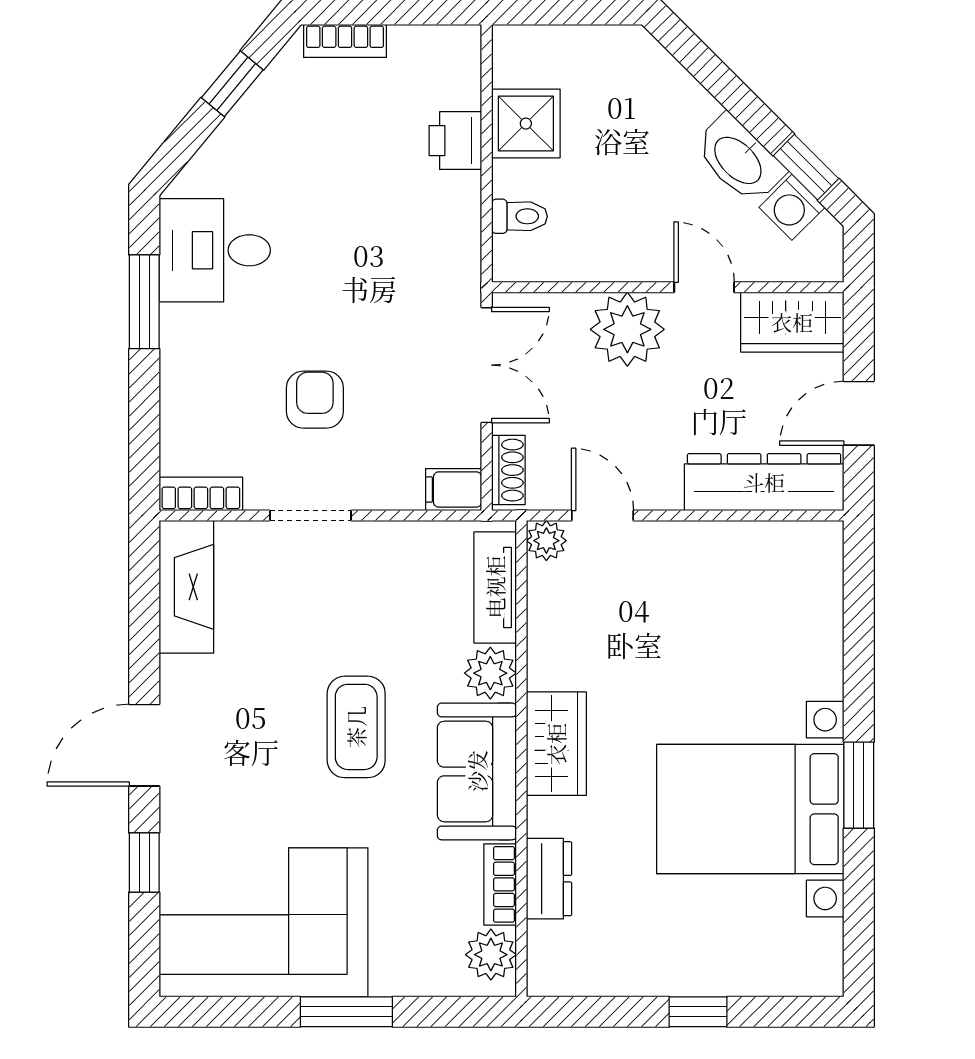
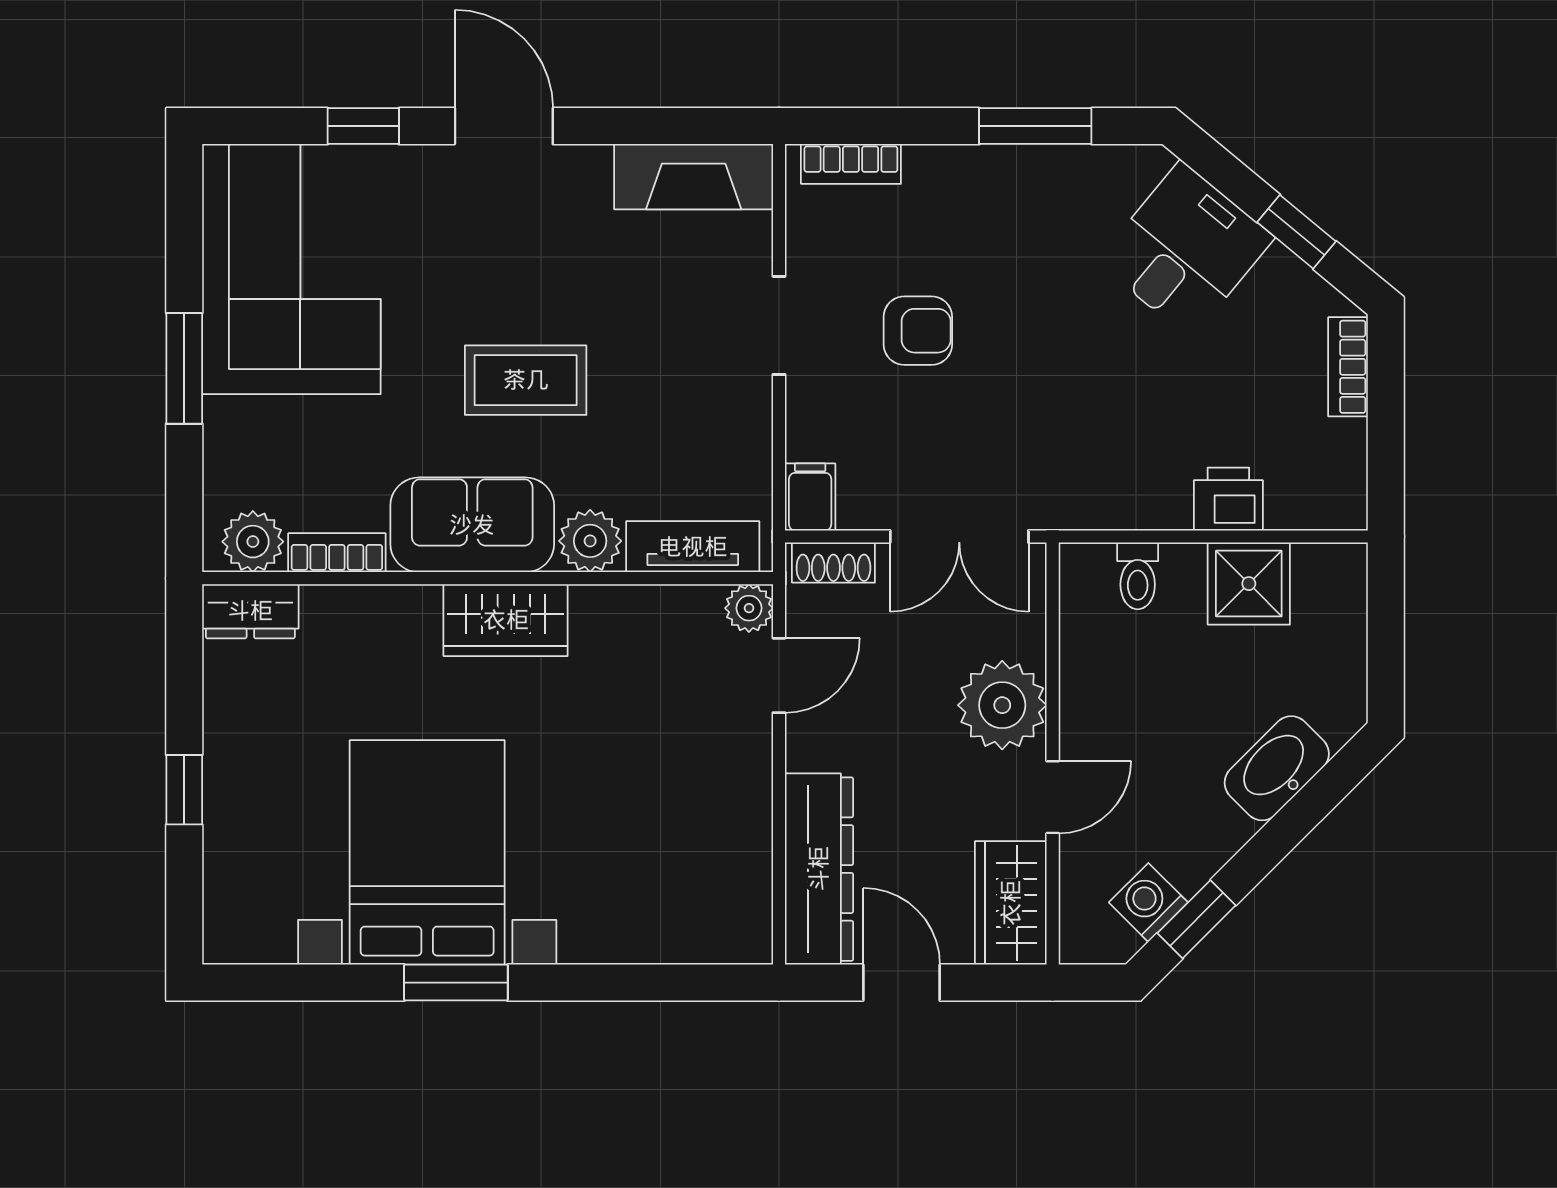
washbasin: (739, 159) -> (1277, 768), moved
desk: (215, 250) -> (1185, 250), moved, turned 40
bookcase: (201, 494) -> (851, 164), moved, turned 90
dresser: (549, 879) -> (250, 611), moved

